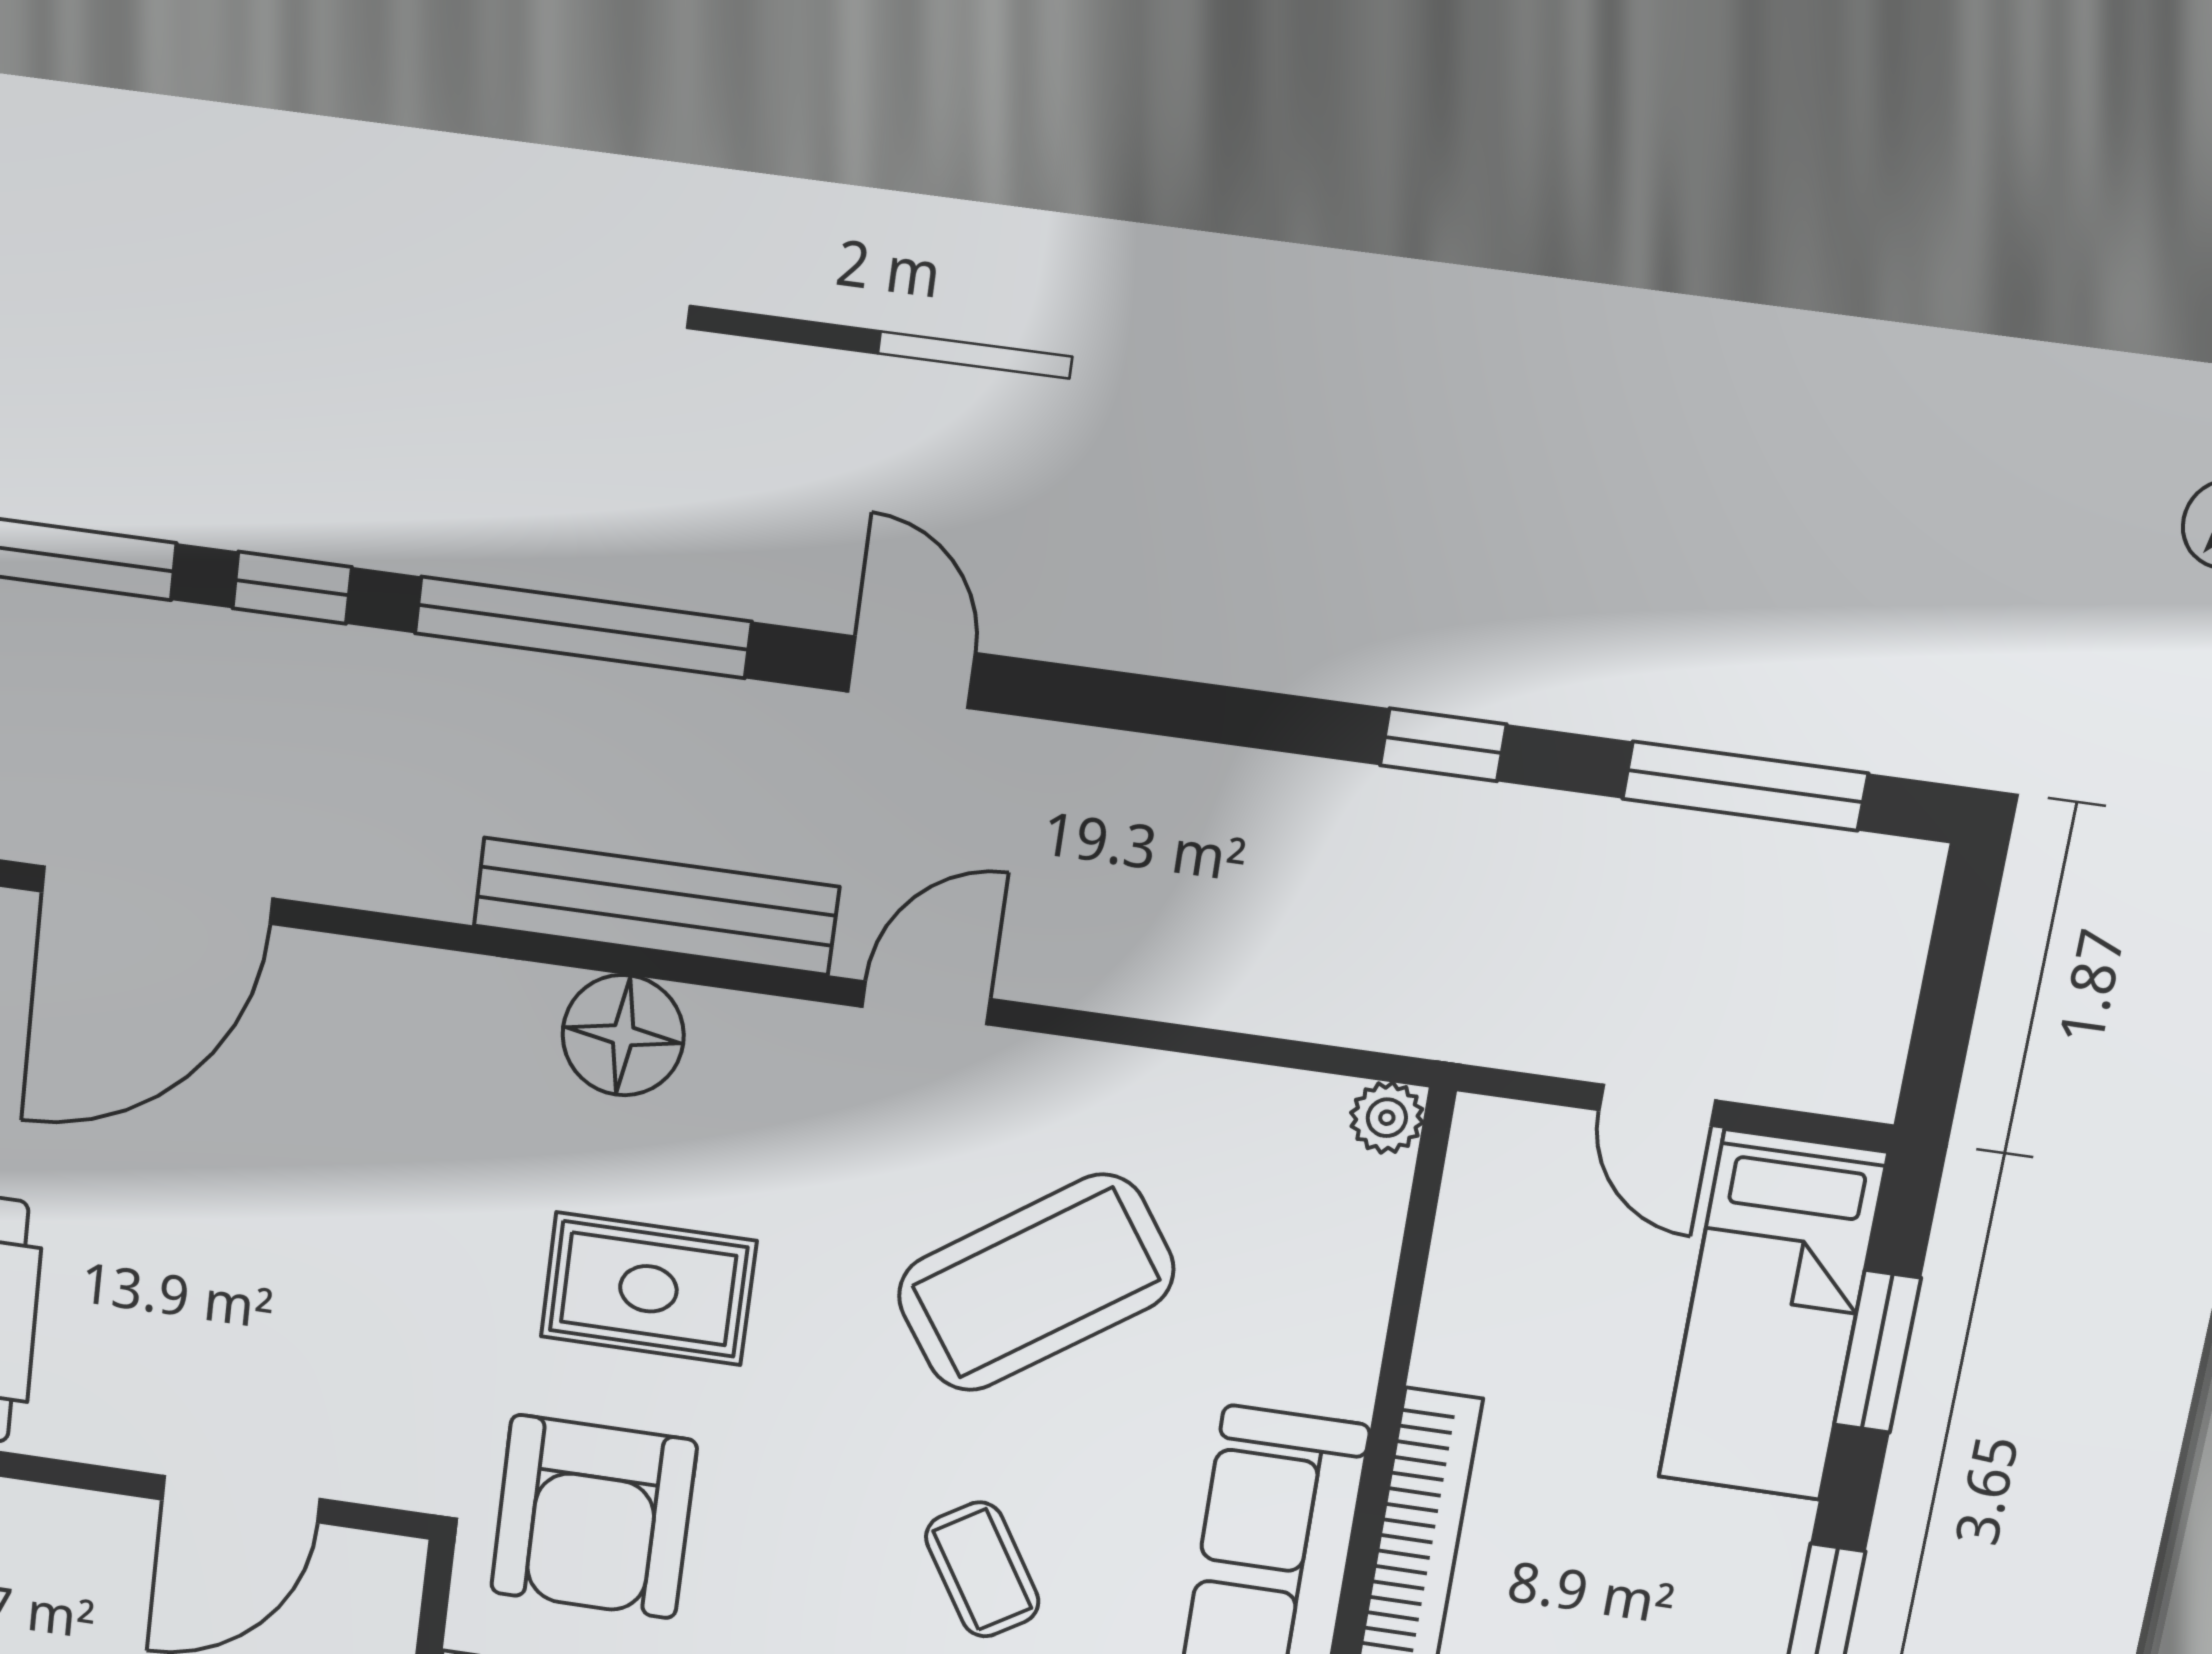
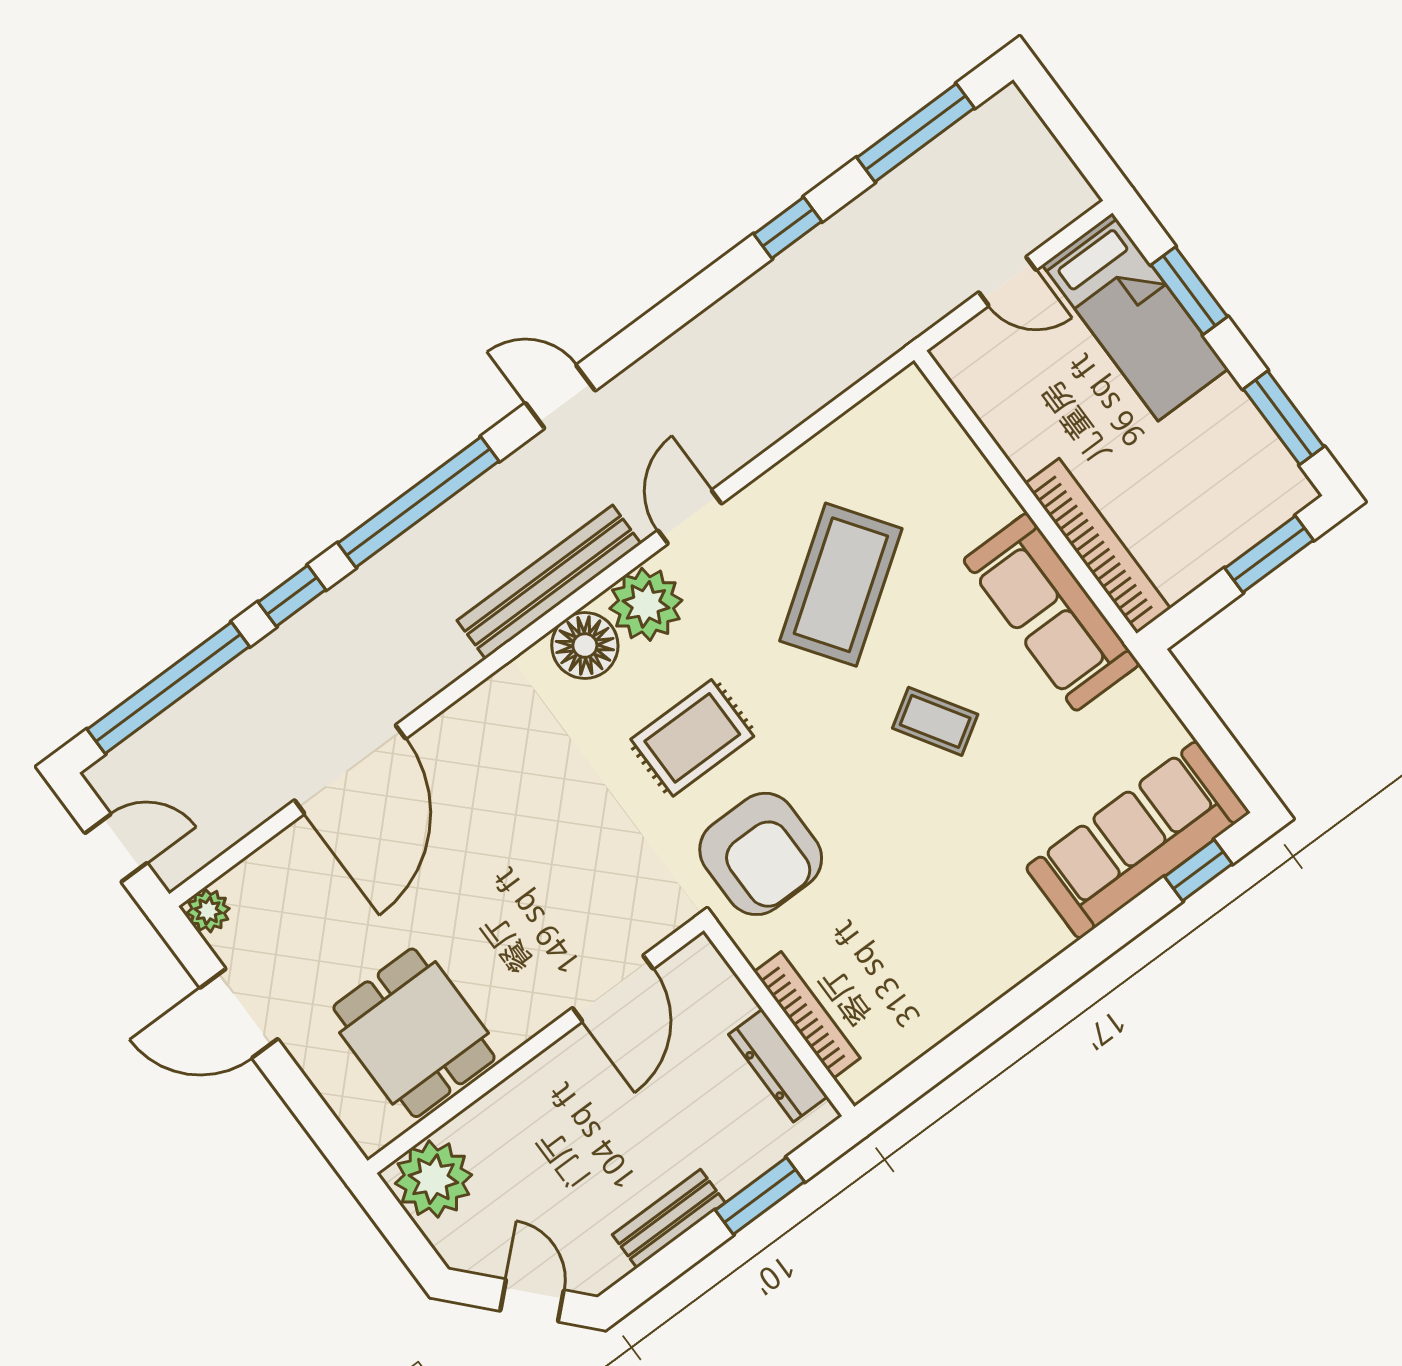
plant: (1387, 1118) -> (646, 604), moved, width x1.88, depth x1.88

